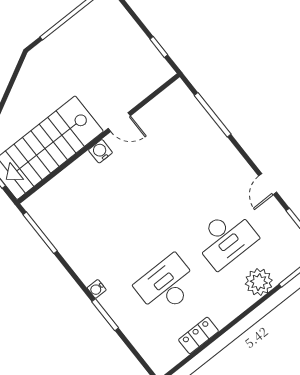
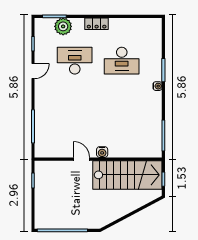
plant: (259, 282) -> (63, 26), moved
locker: (199, 335) -> (97, 24), moved

